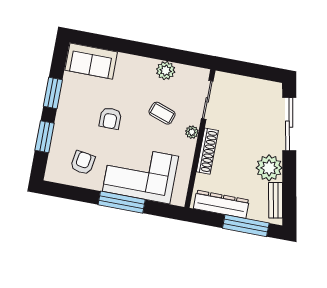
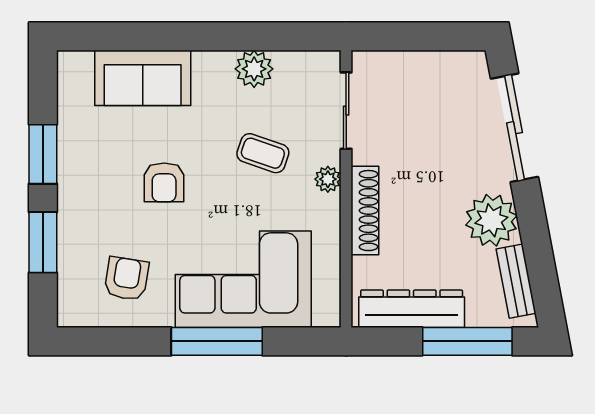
sofa: (91, 61) -> (143, 78), moved

